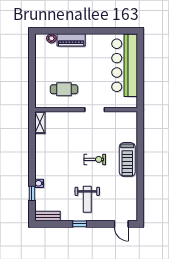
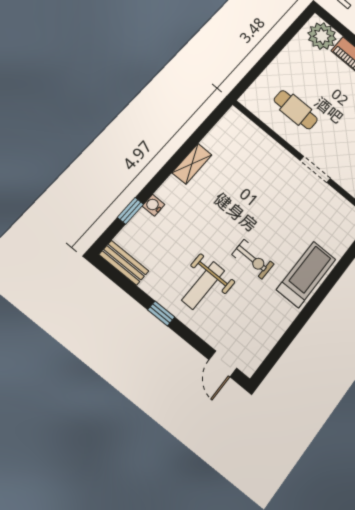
plant: (51, 38) -> (322, 36), width x1.88, depth x1.88
shelving: (40, 122) -> (192, 164), moved
exercise bike: (95, 159) -> (253, 259), moved
treadmill: (127, 159) -> (306, 274), turned 180

